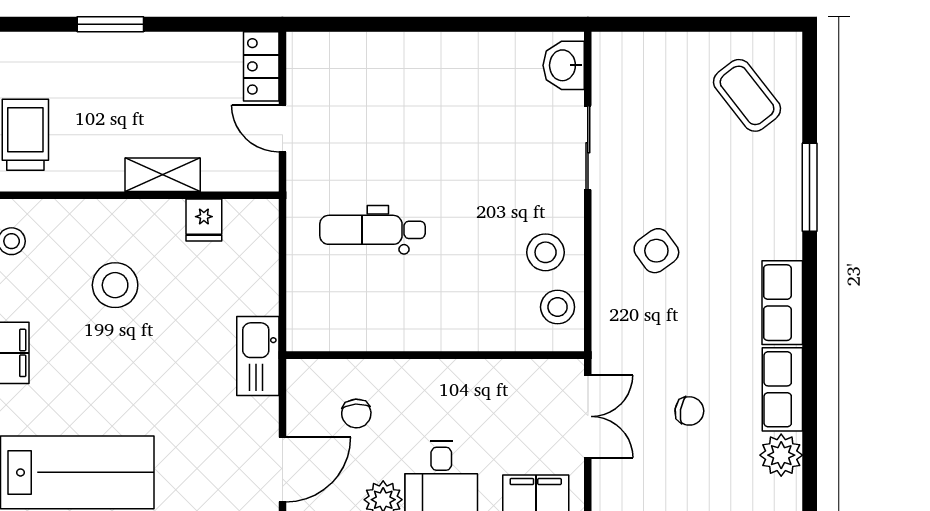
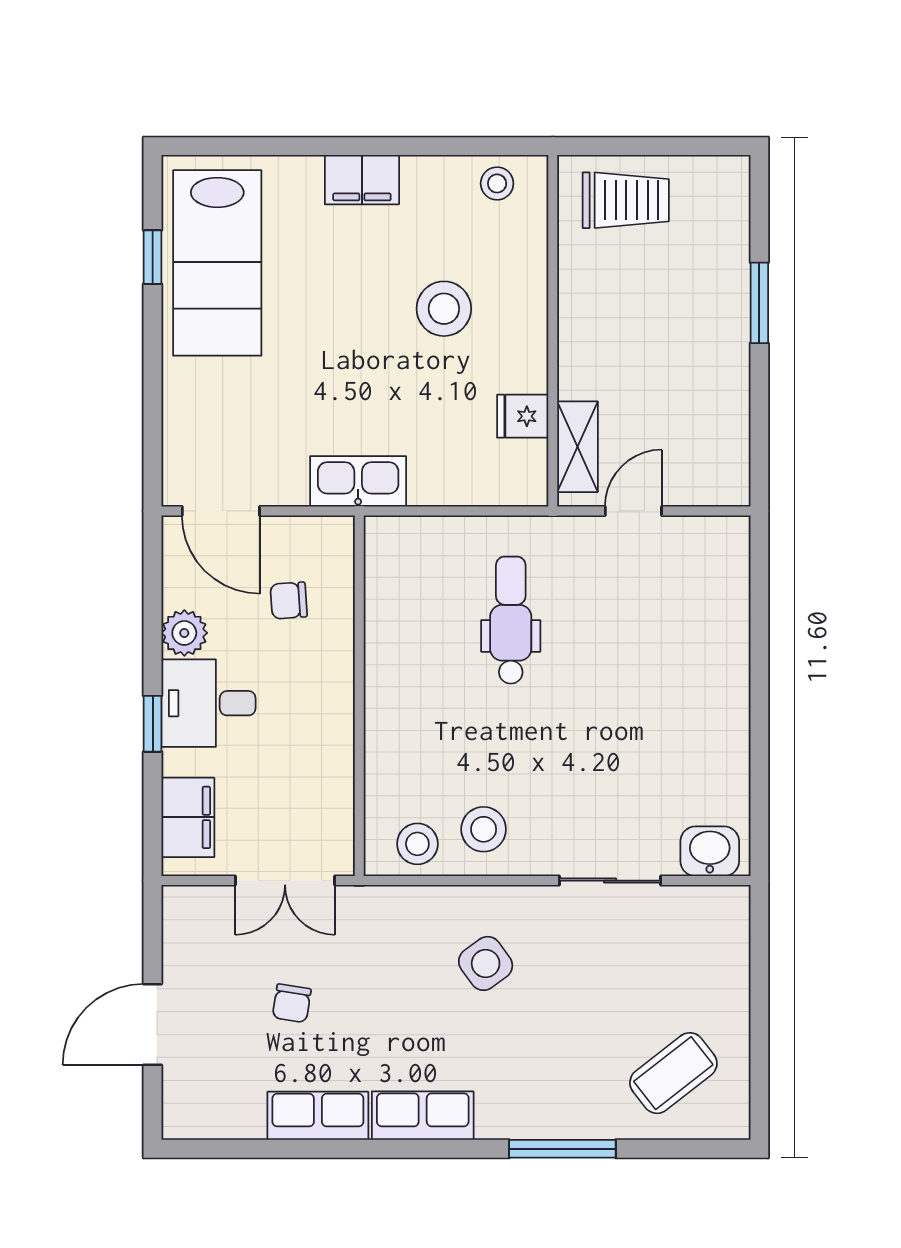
locker: (261, 66) -> (708, 485), removed
shelving: (163, 175) -> (577, 447), moved
plant: (781, 455) -> (238, 1114), removed

